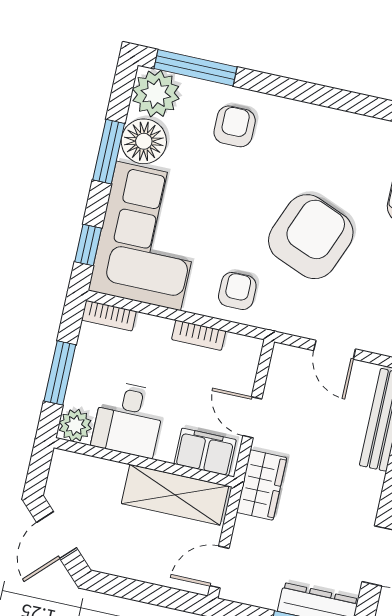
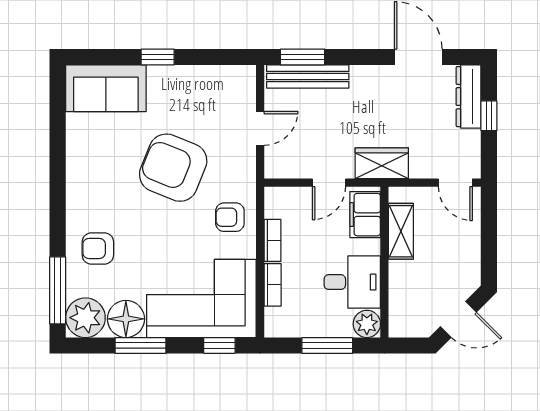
bookcase: (109, 316) -> (273, 285), moved
shelving: (175, 495) -> (401, 231), width x0.67, depth x0.75

